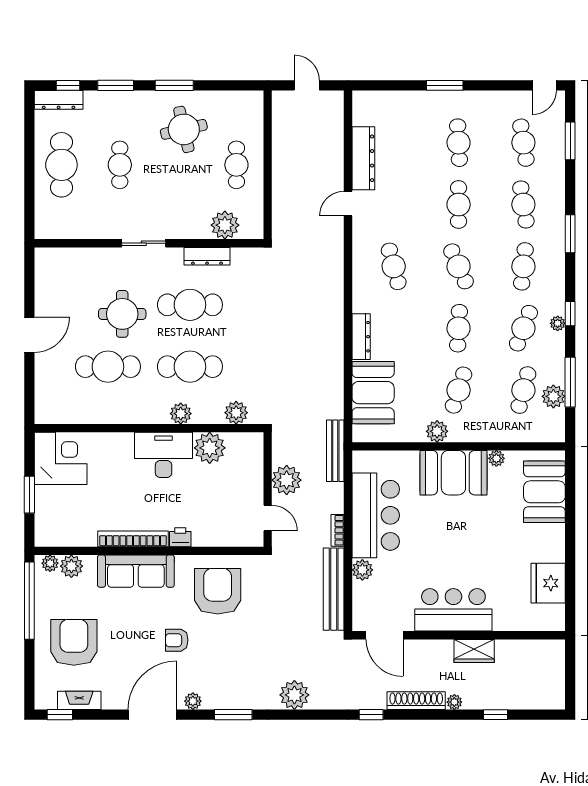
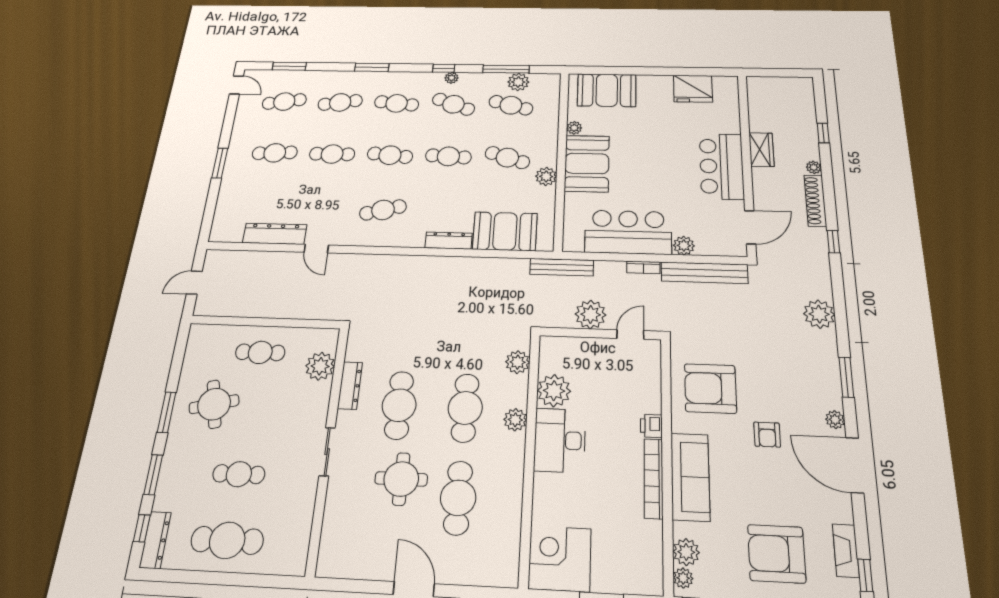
cafe table: (459, 266) -> (390, 155), turned 30

